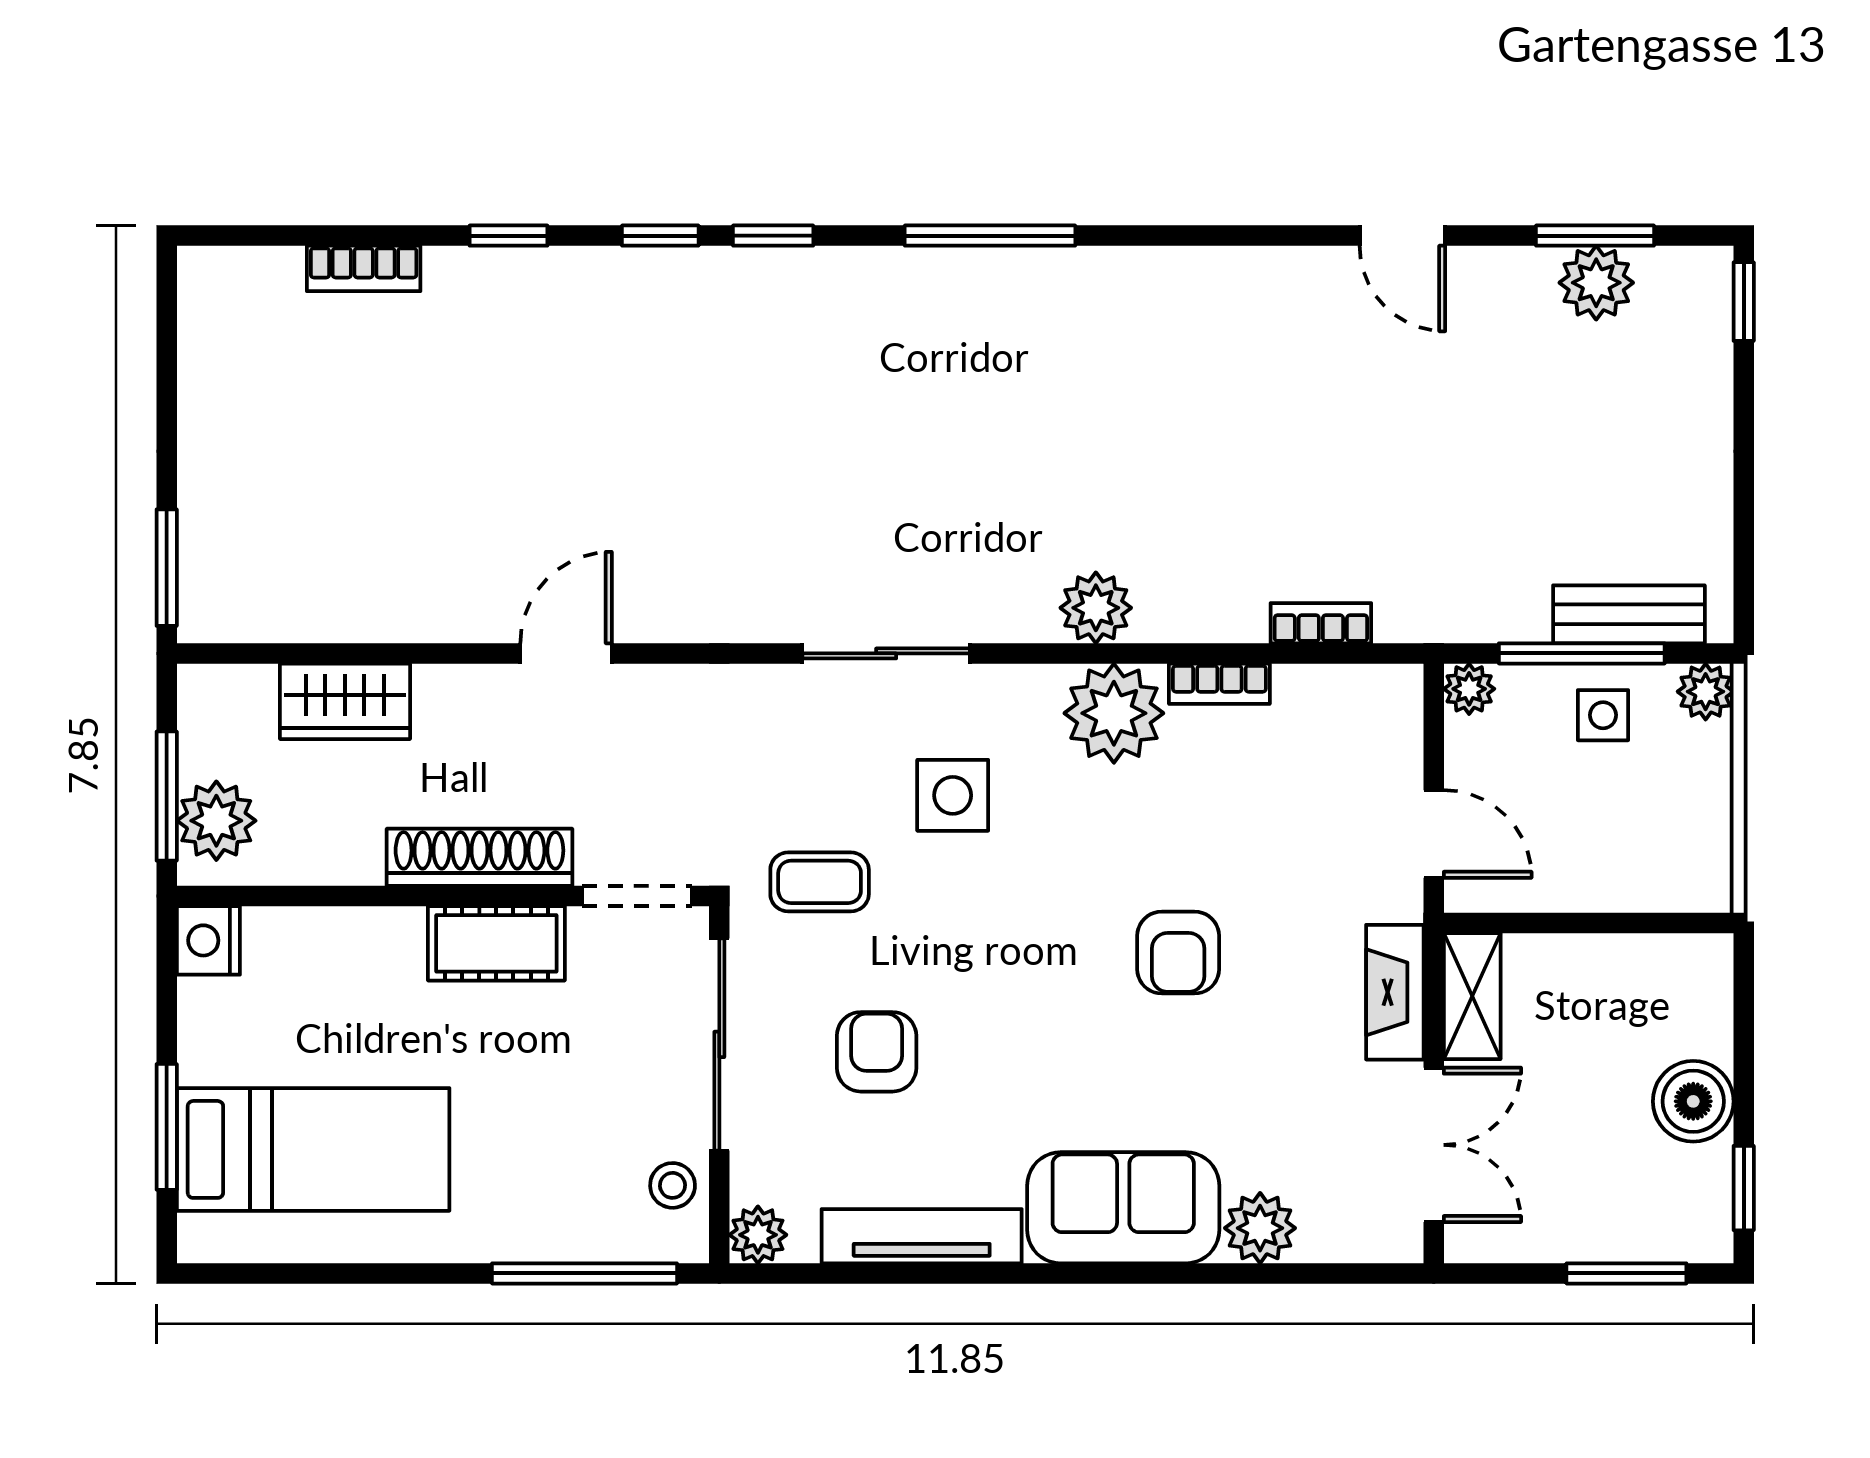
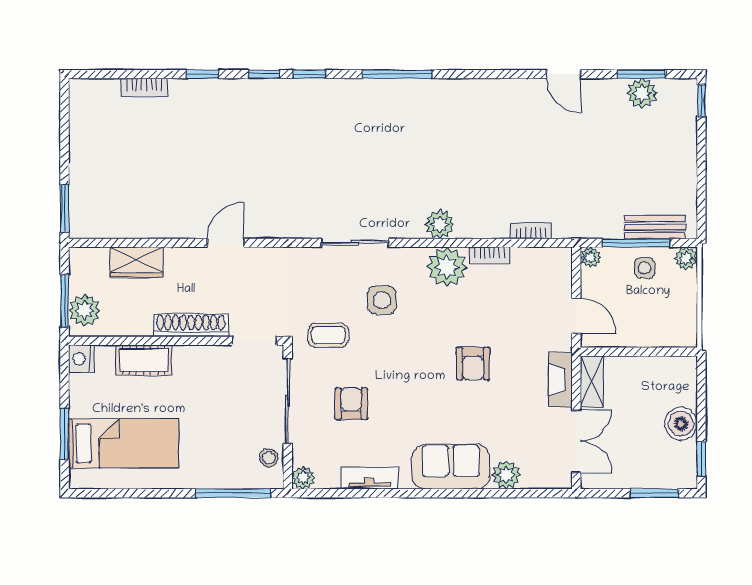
cot: (496, 943) -> (144, 360), moved
tv unit: (922, 1236) -> (369, 478), width x0.71

